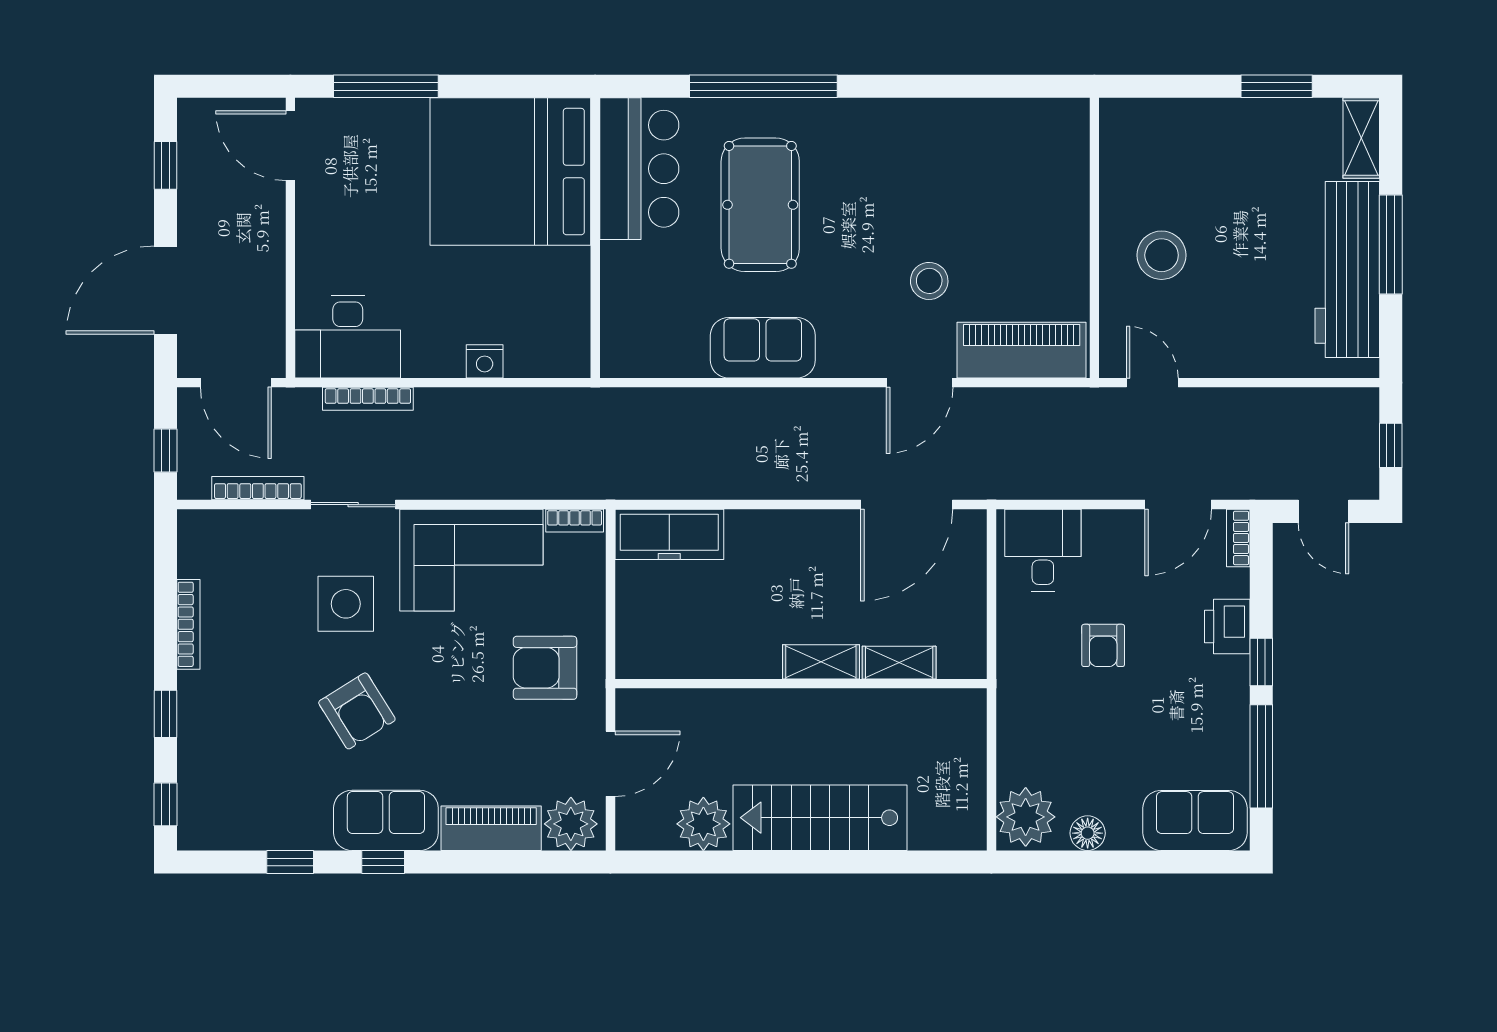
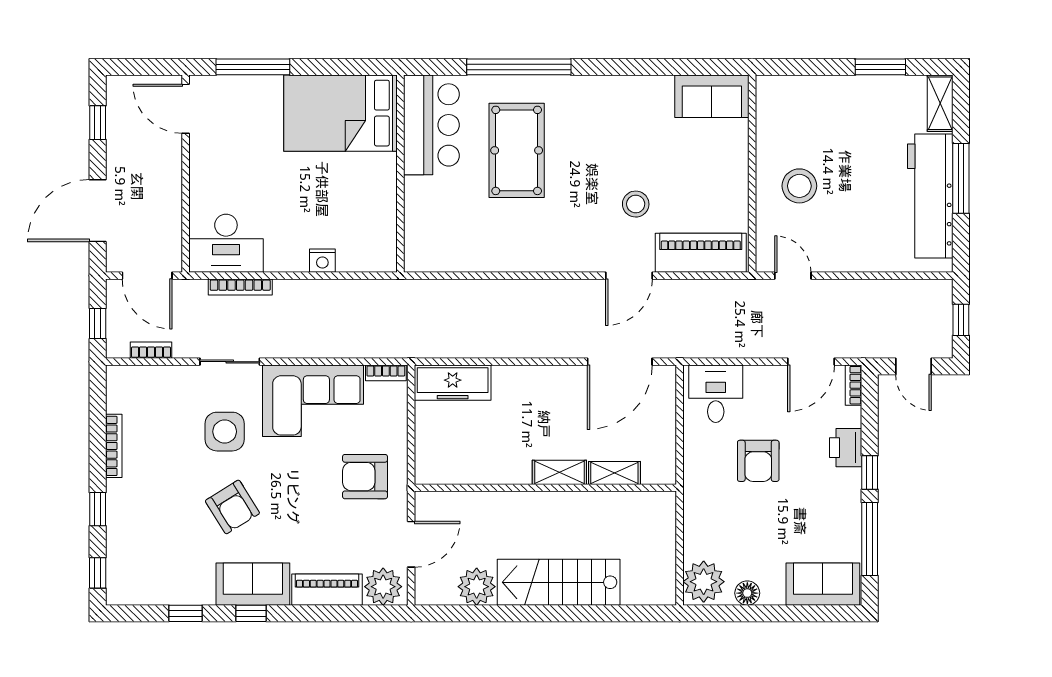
bed: (510, 172) -> (341, 113), width x0.73
sofa: (763, 348) -> (712, 96), moved, turned 180
bookcase: (258, 488) -> (151, 350), width x0.64
armchair: (1103, 645) -> (758, 461), width x1.38, depth x1.38

